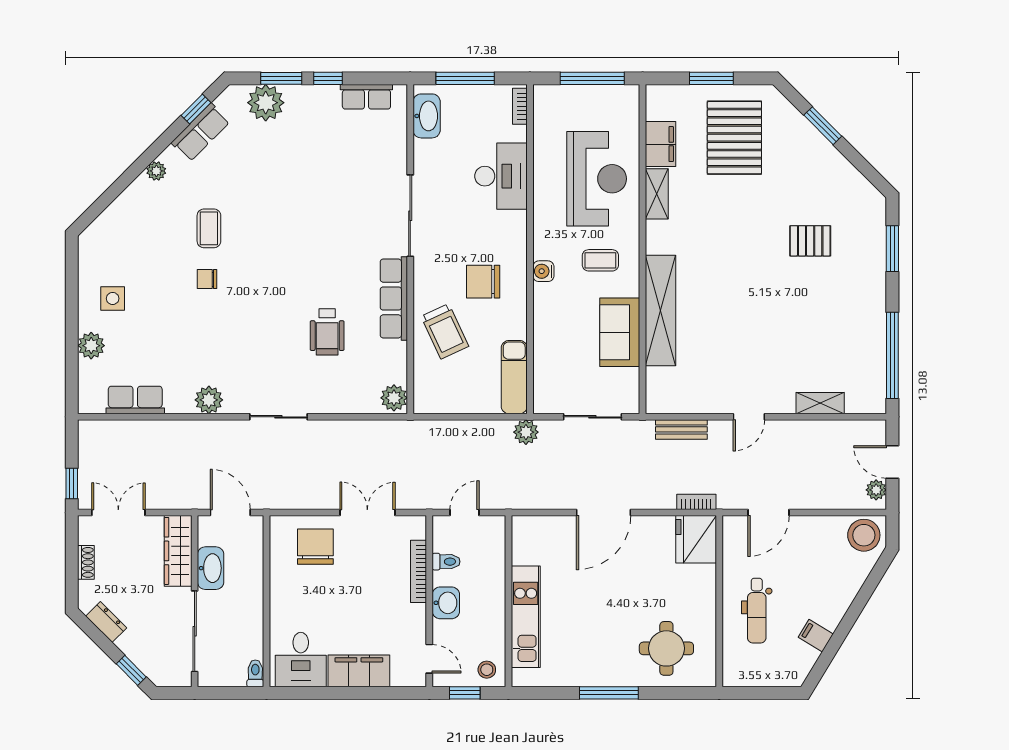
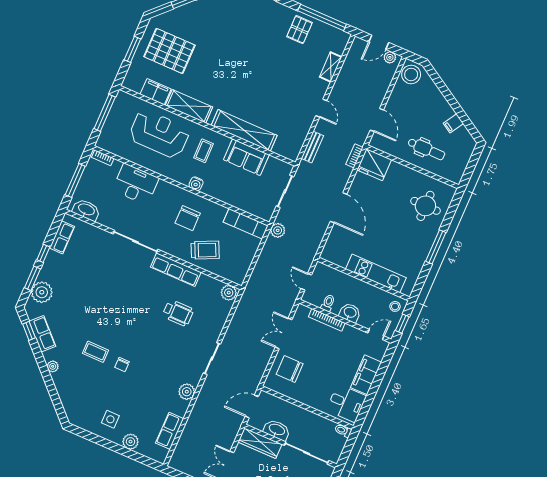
shelving: (657, 194) -> (189, 106), width x1.50, depth x1.33
pallet: (810, 241) -> (299, 30), moved

